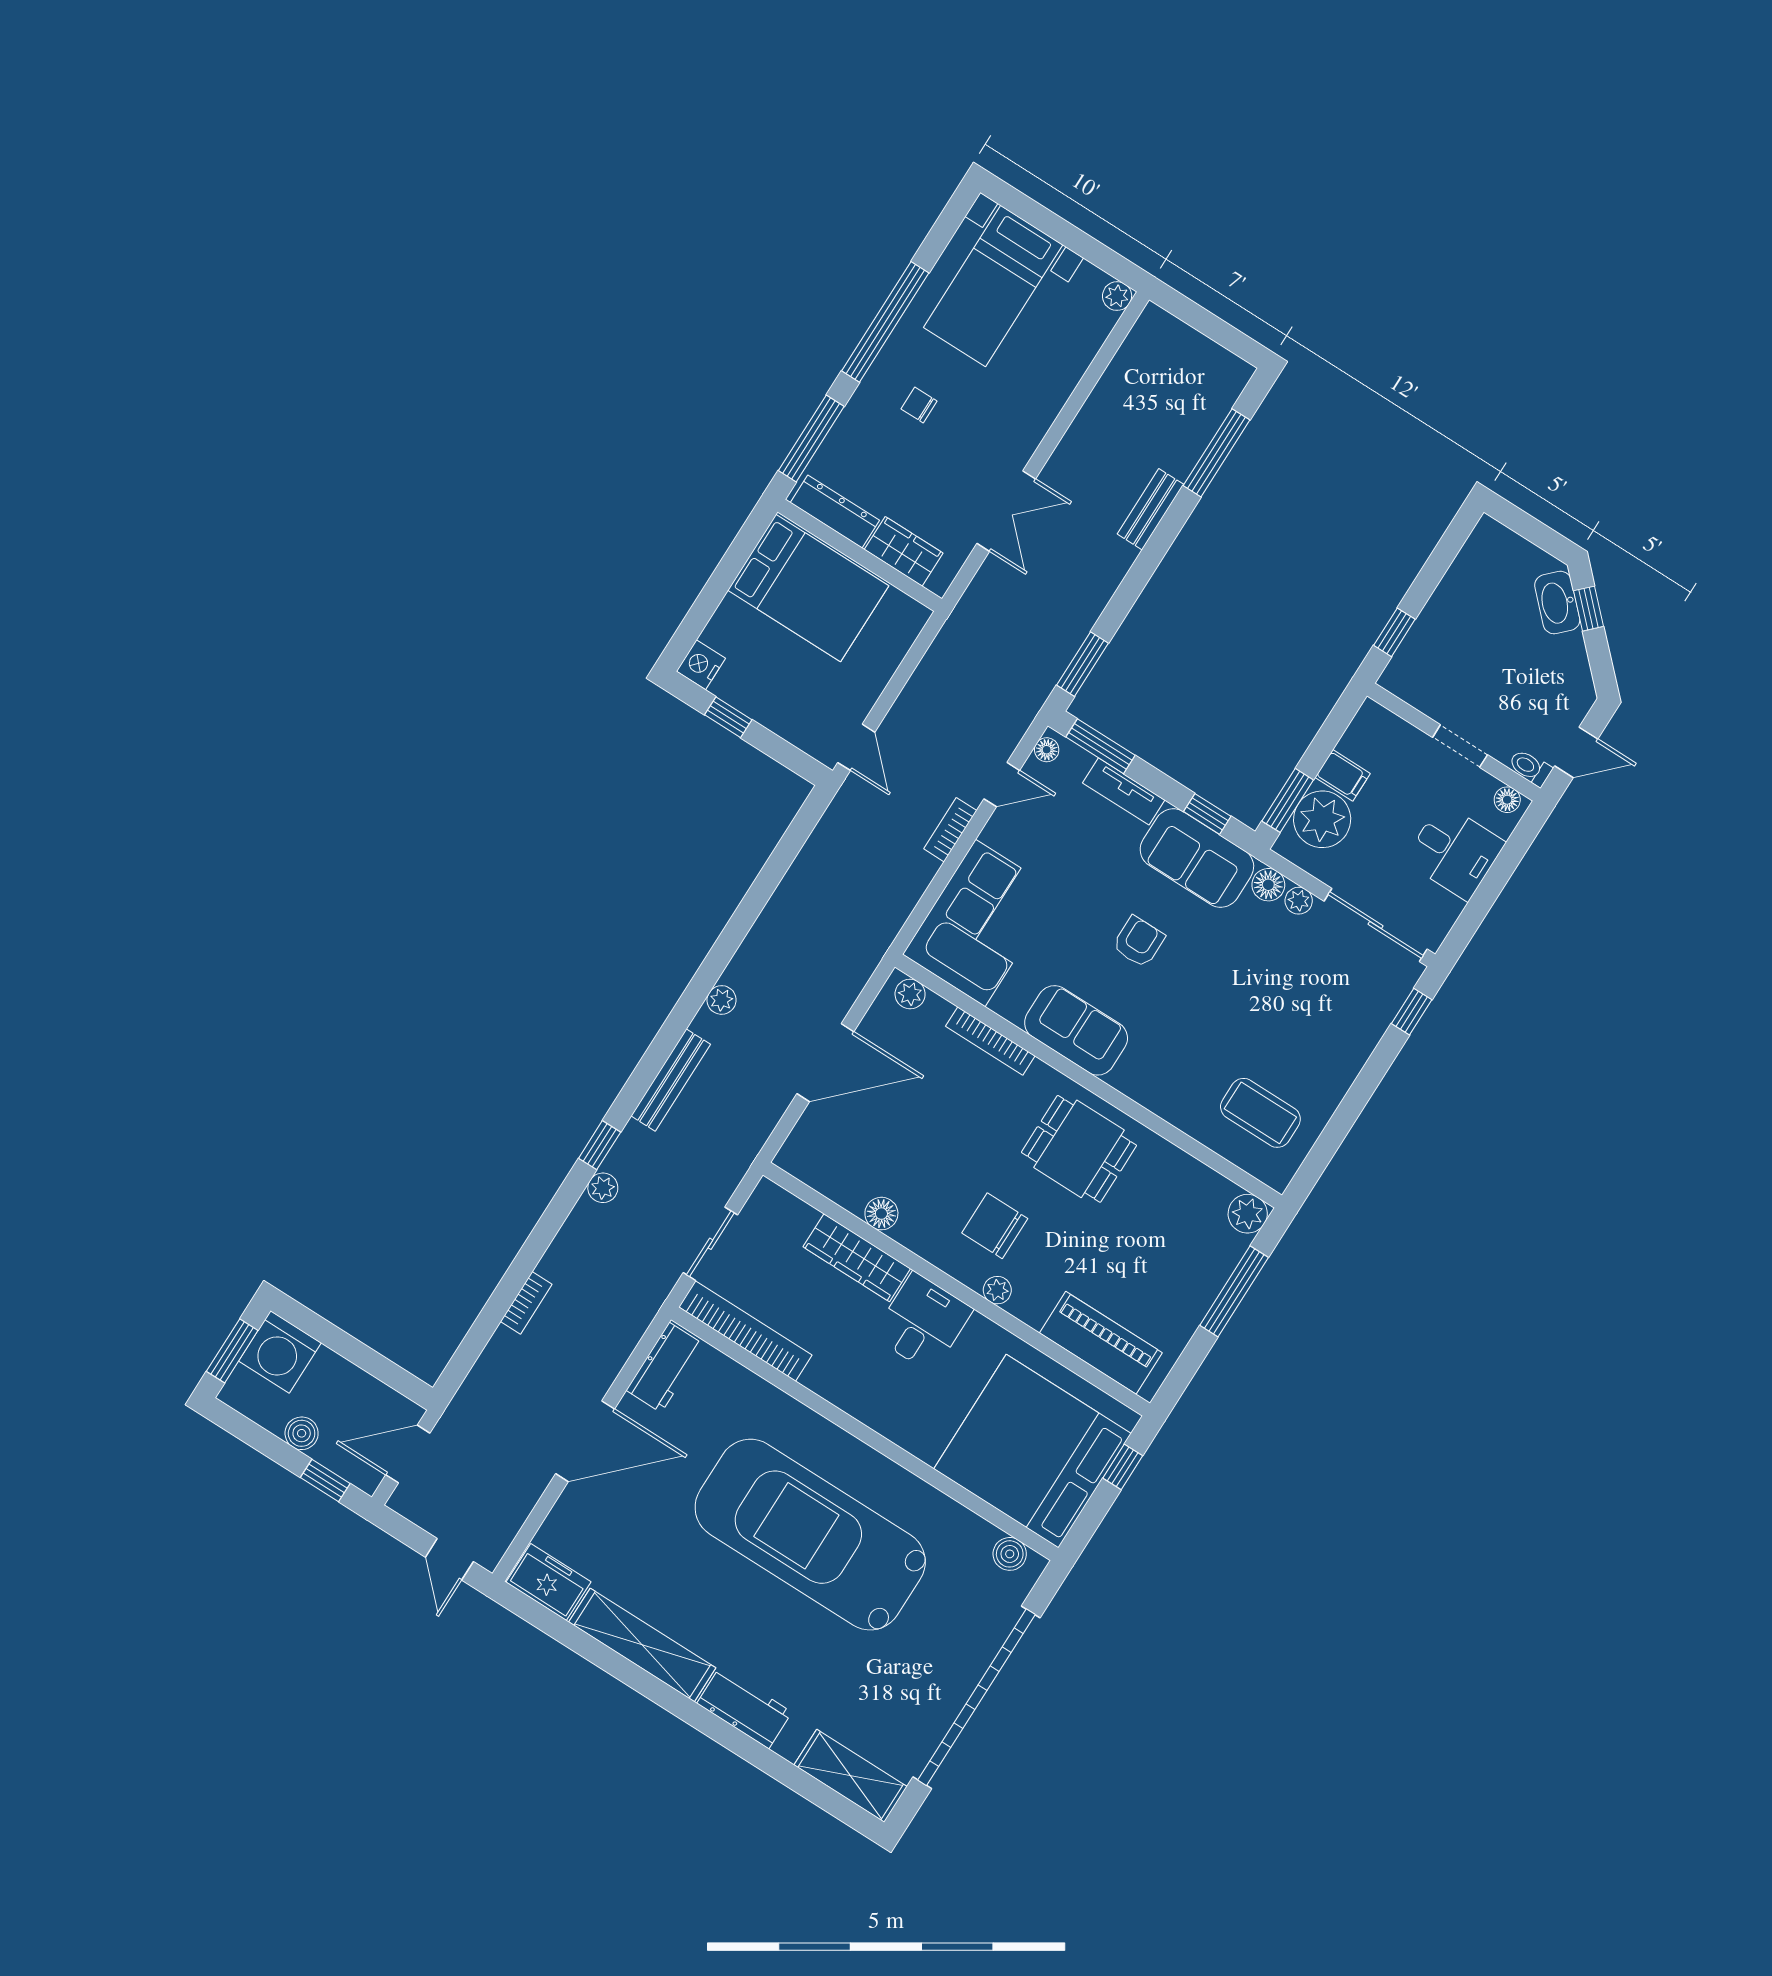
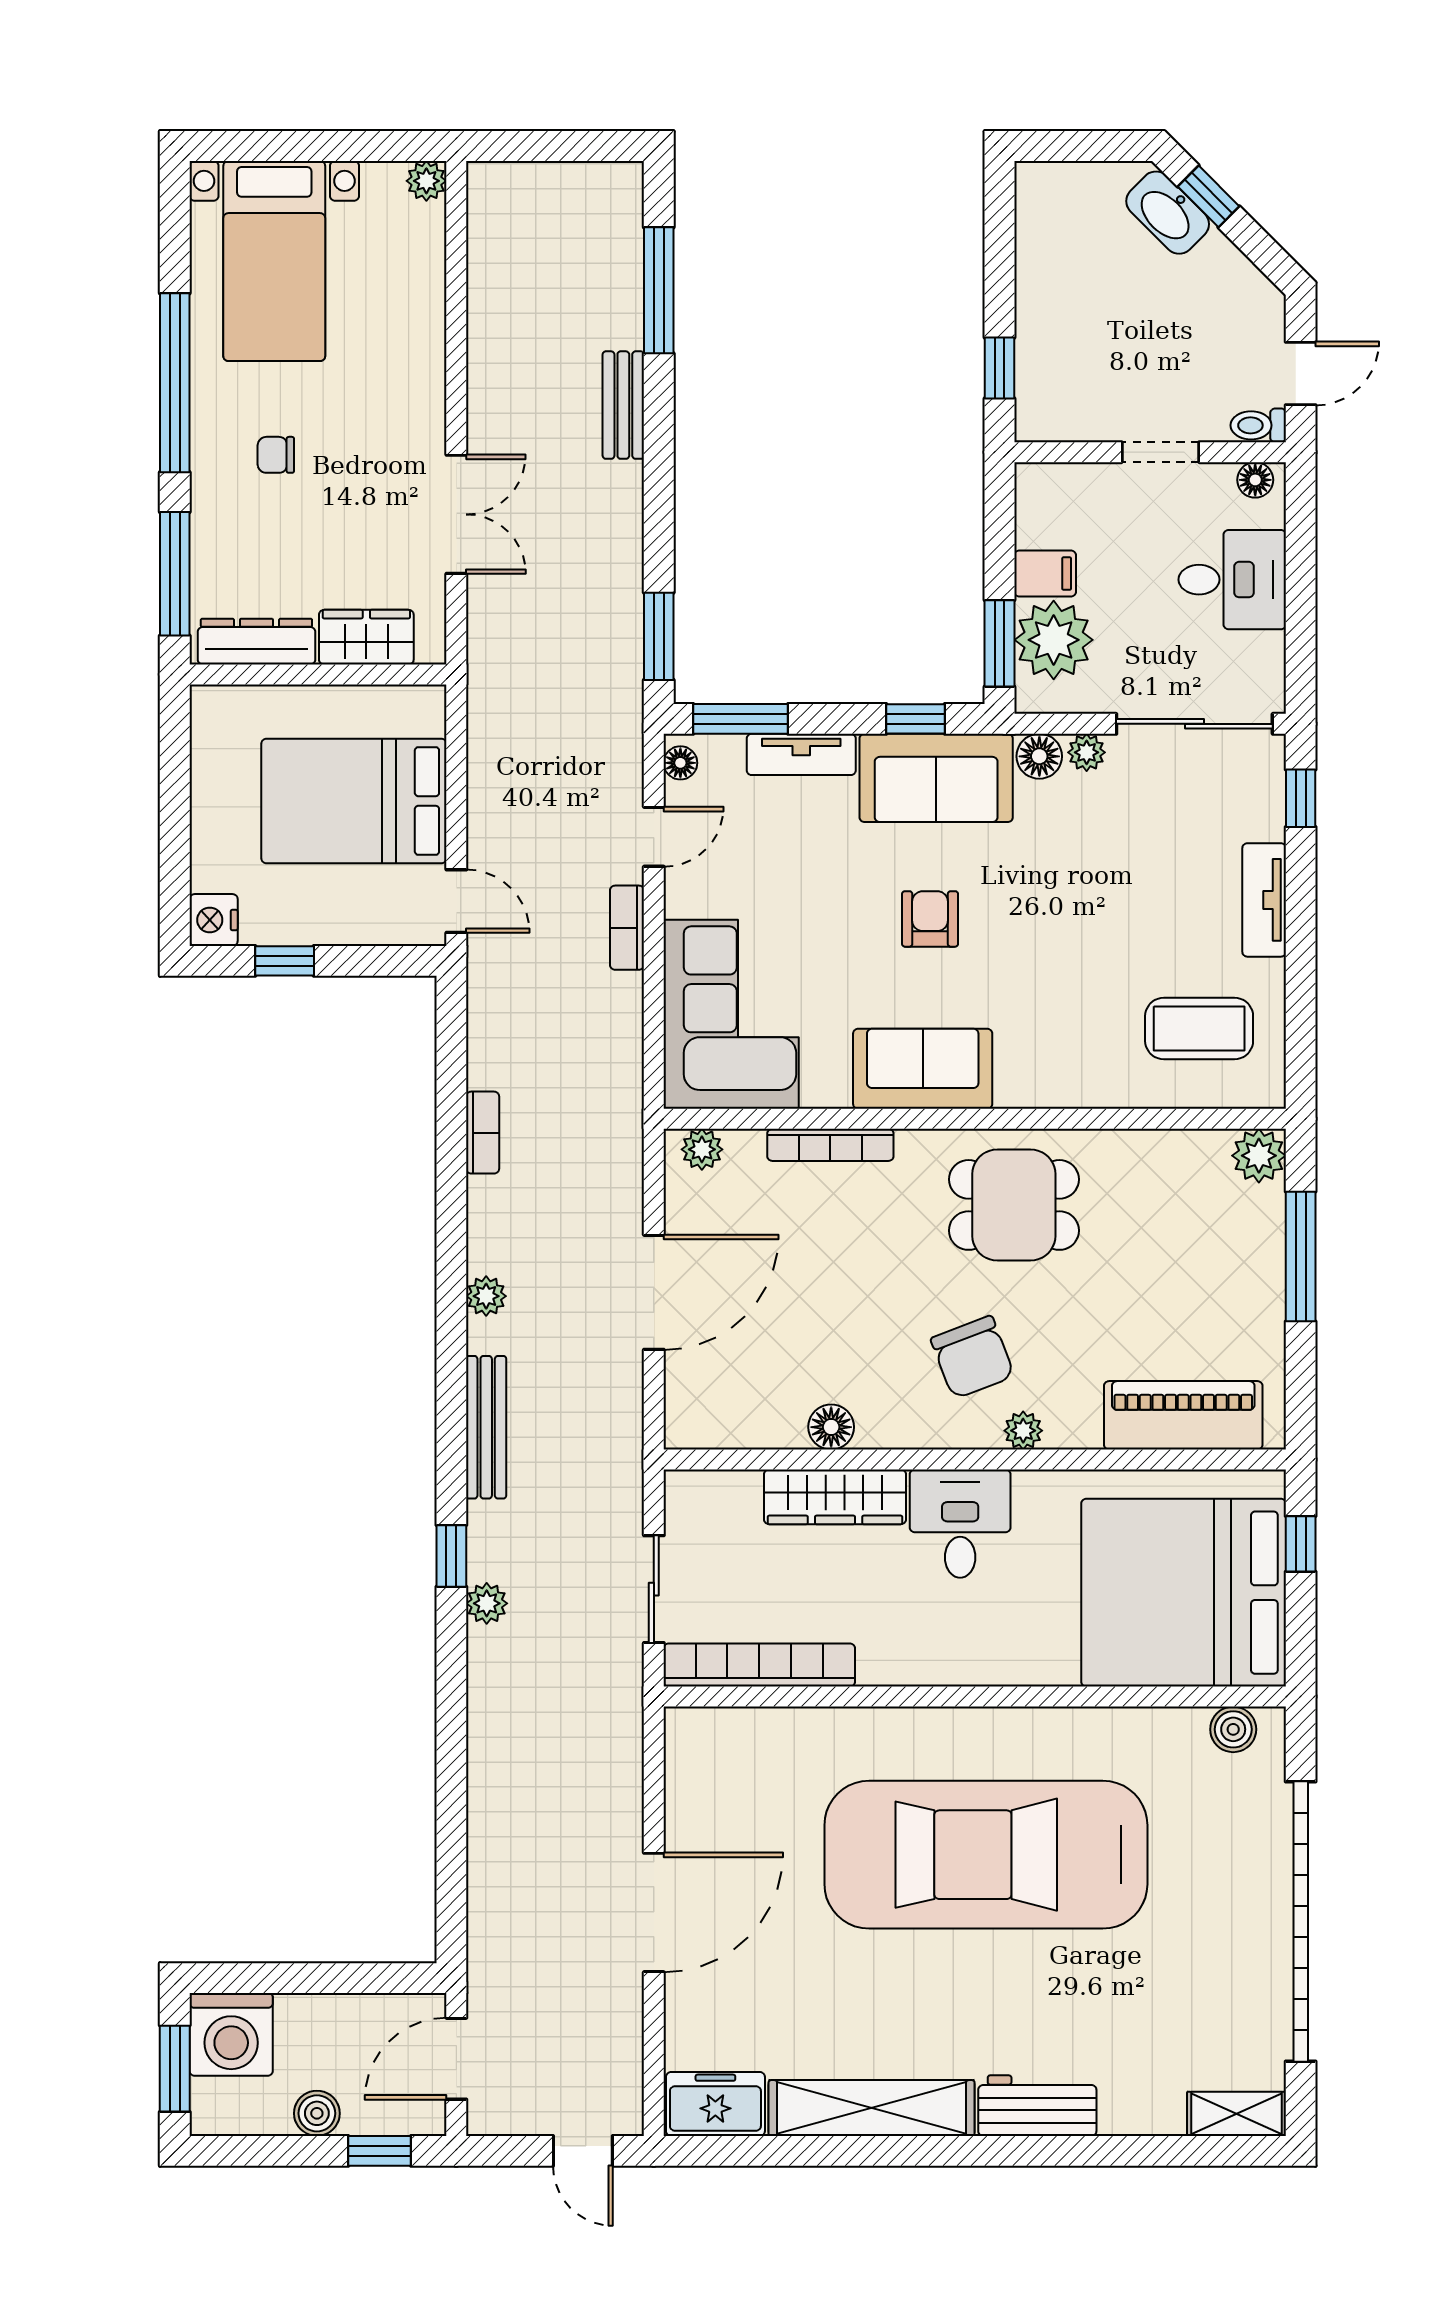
bed: (808, 588) -> (354, 801), moved, turned 180
tv unit: (1350, 1060) -> (1264, 900), added
chair: (995, 1226) -> (973, 1357), turned -111
bookcase: (526, 1303) -> (483, 1133), moved
workbench: (665, 1367) -> (693, 1767), removed
shelving: (851, 1776) -> (1236, 2114), width x0.67, depth x0.75

